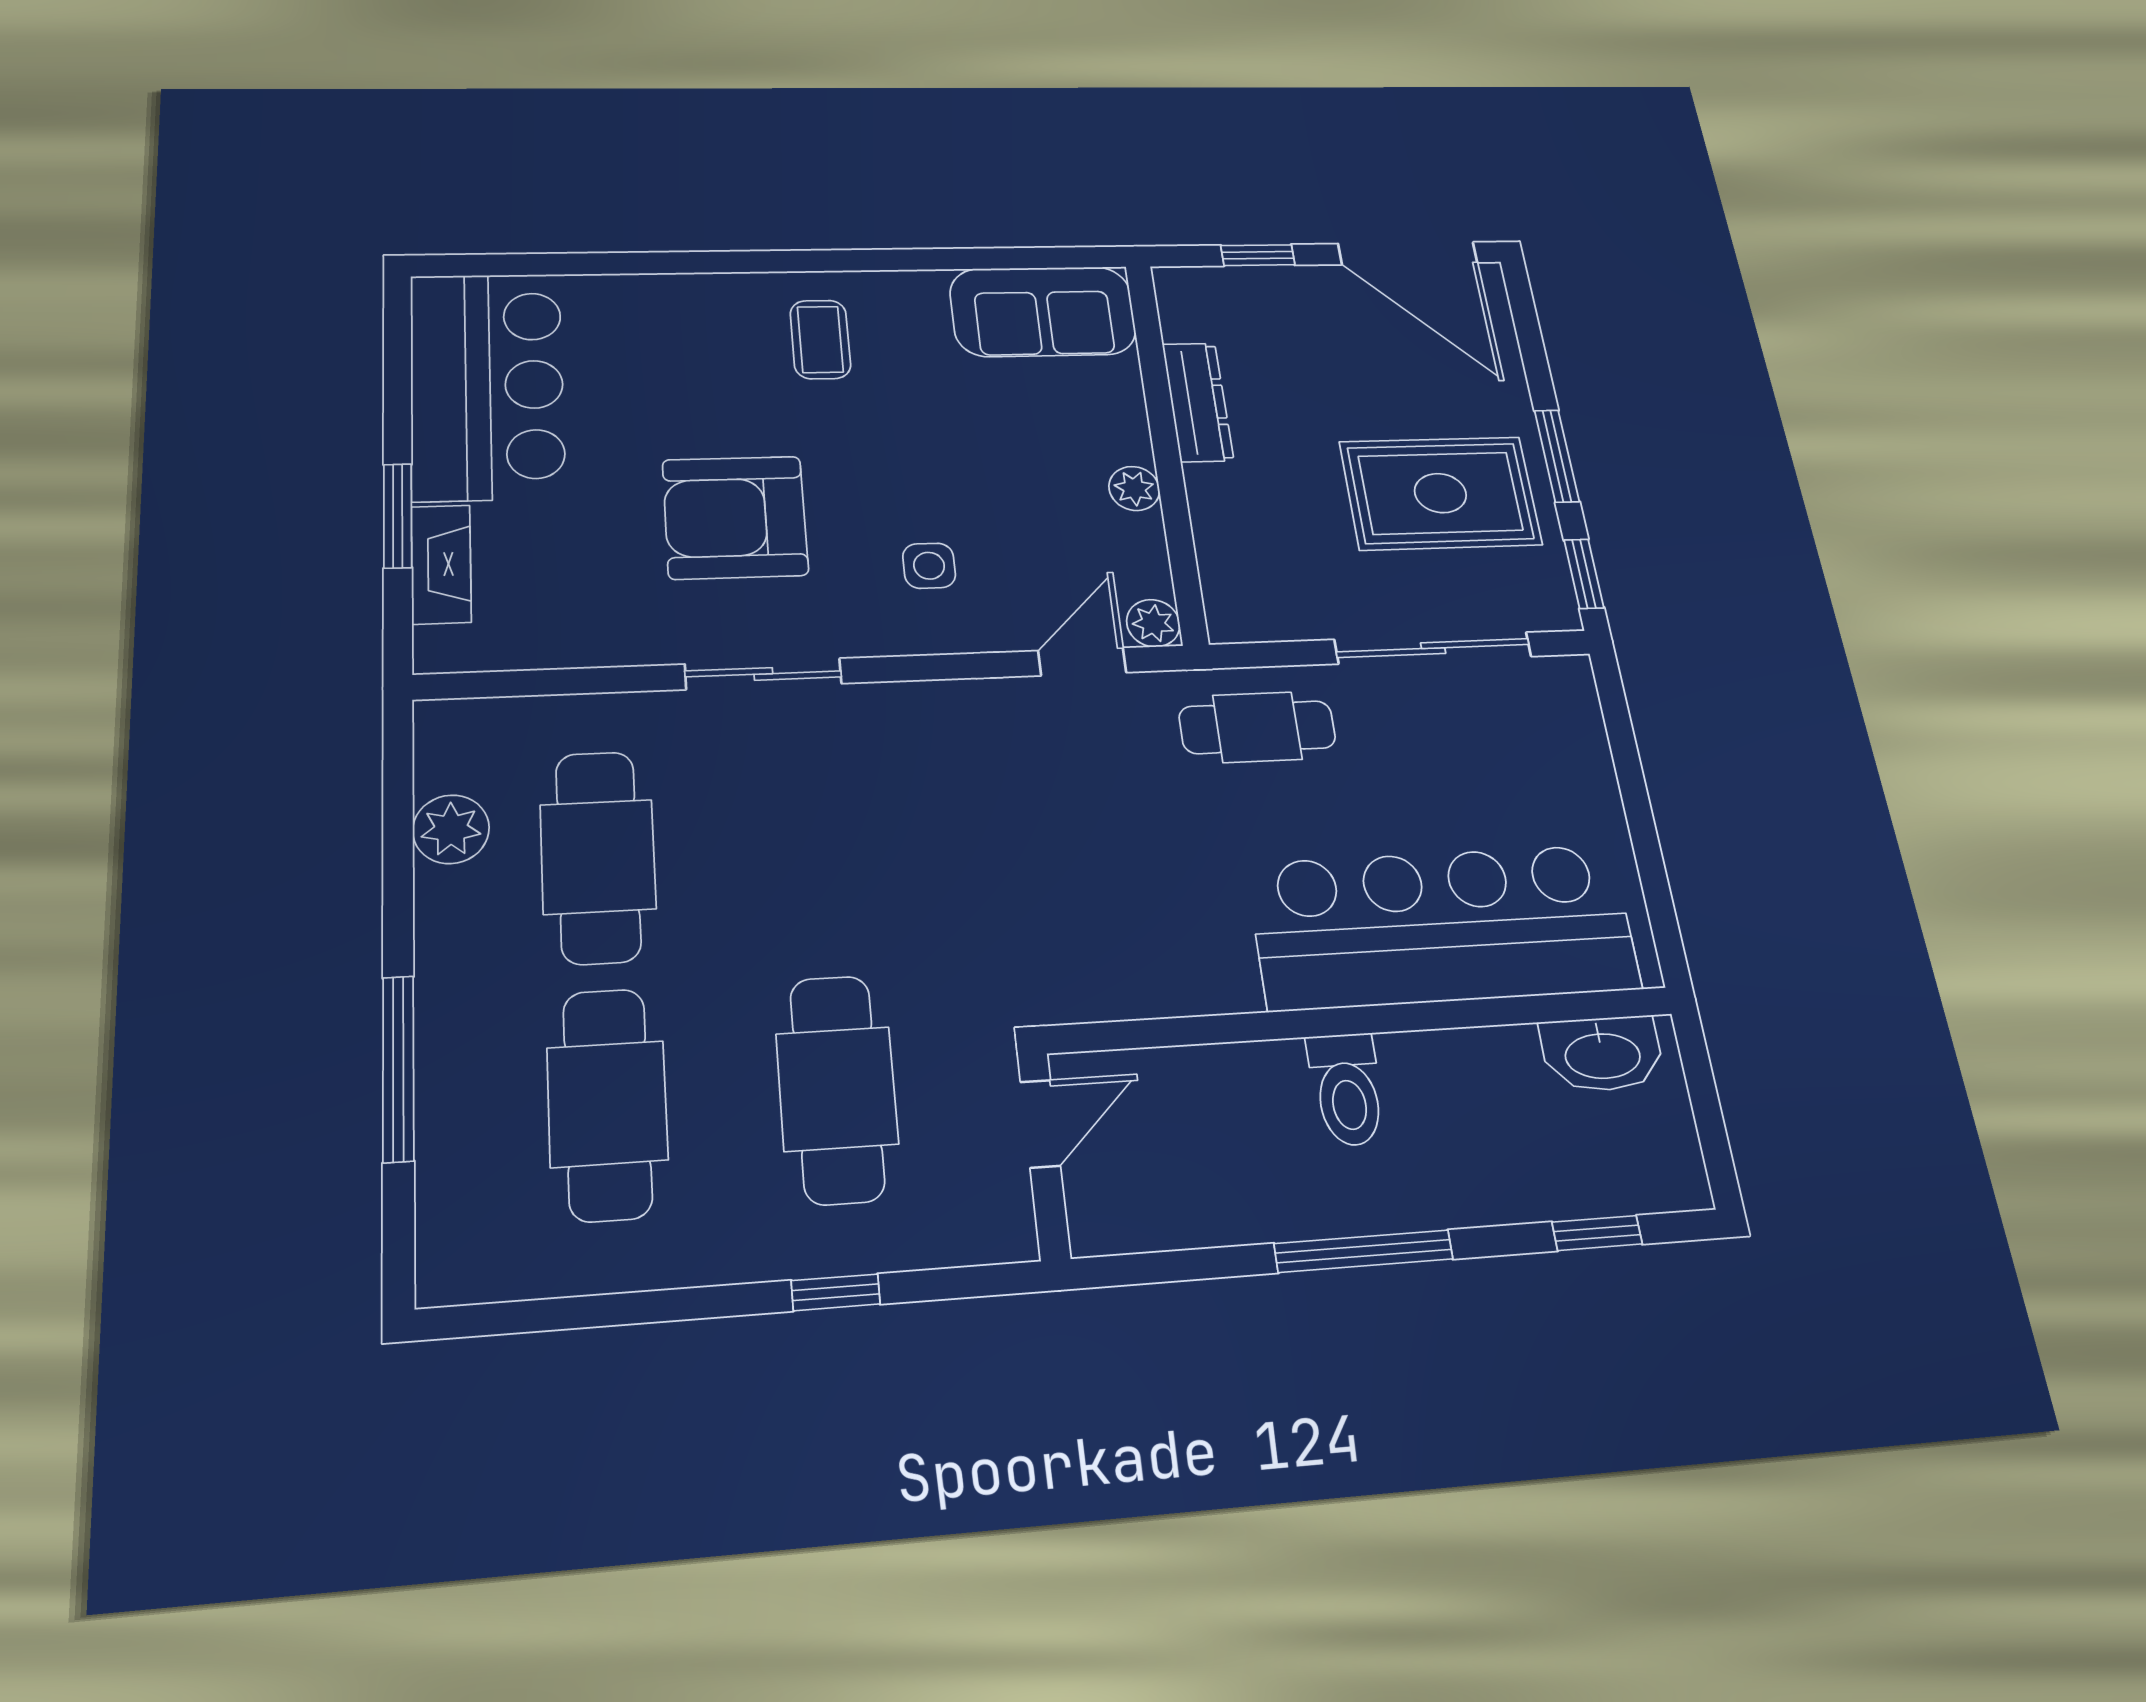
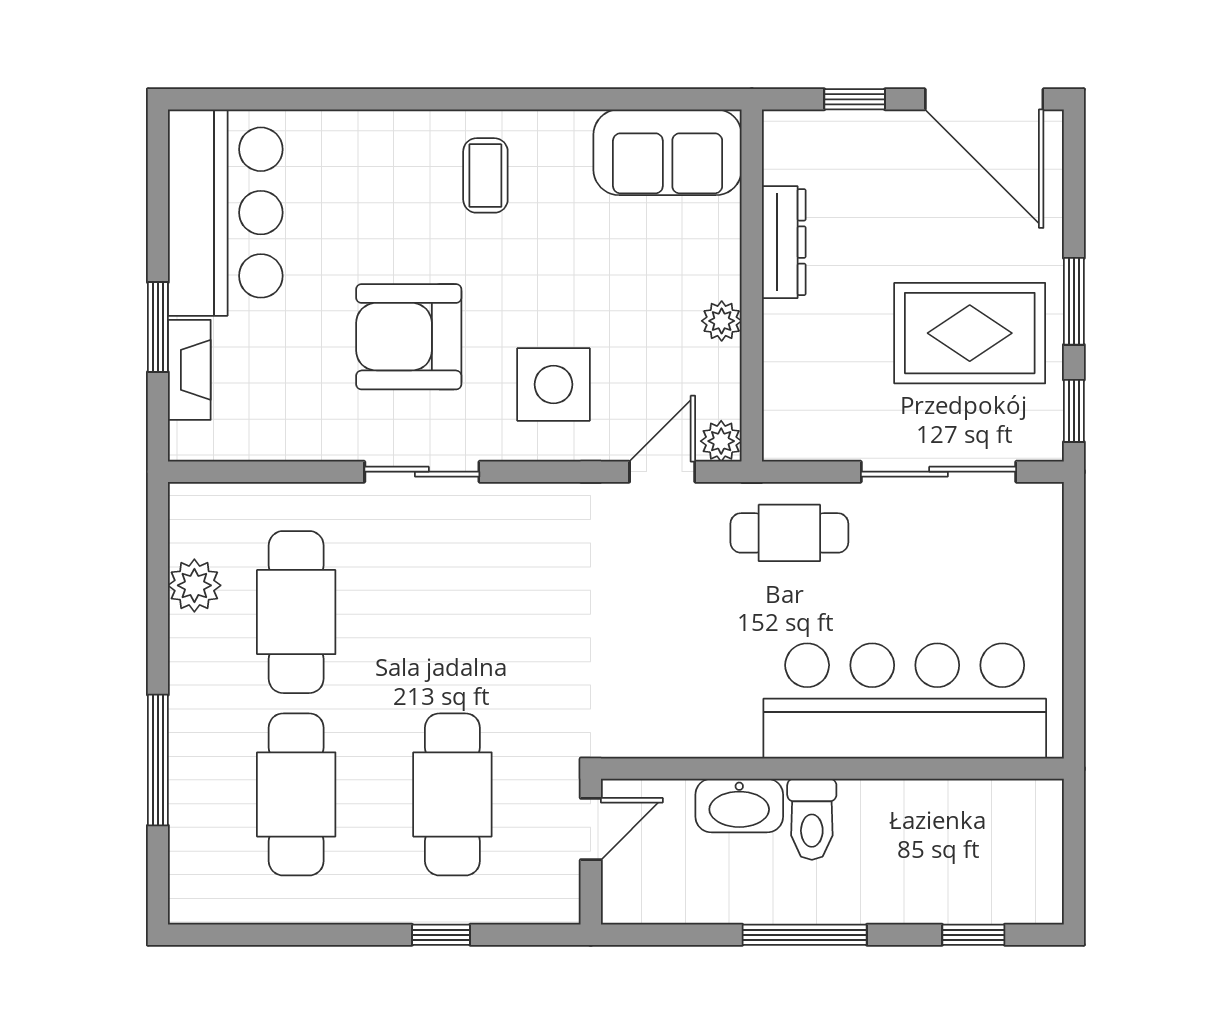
side table: (929, 566) -> (554, 384), width x1.87, depth x1.87
washbasin: (1602, 1054) -> (739, 806), moved

